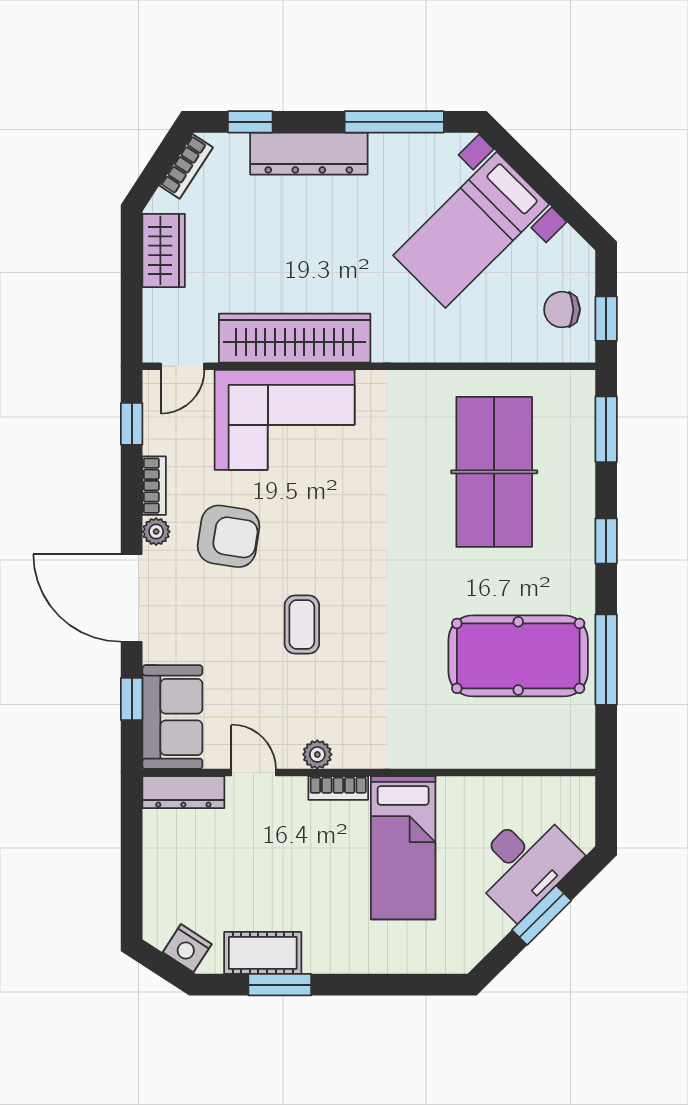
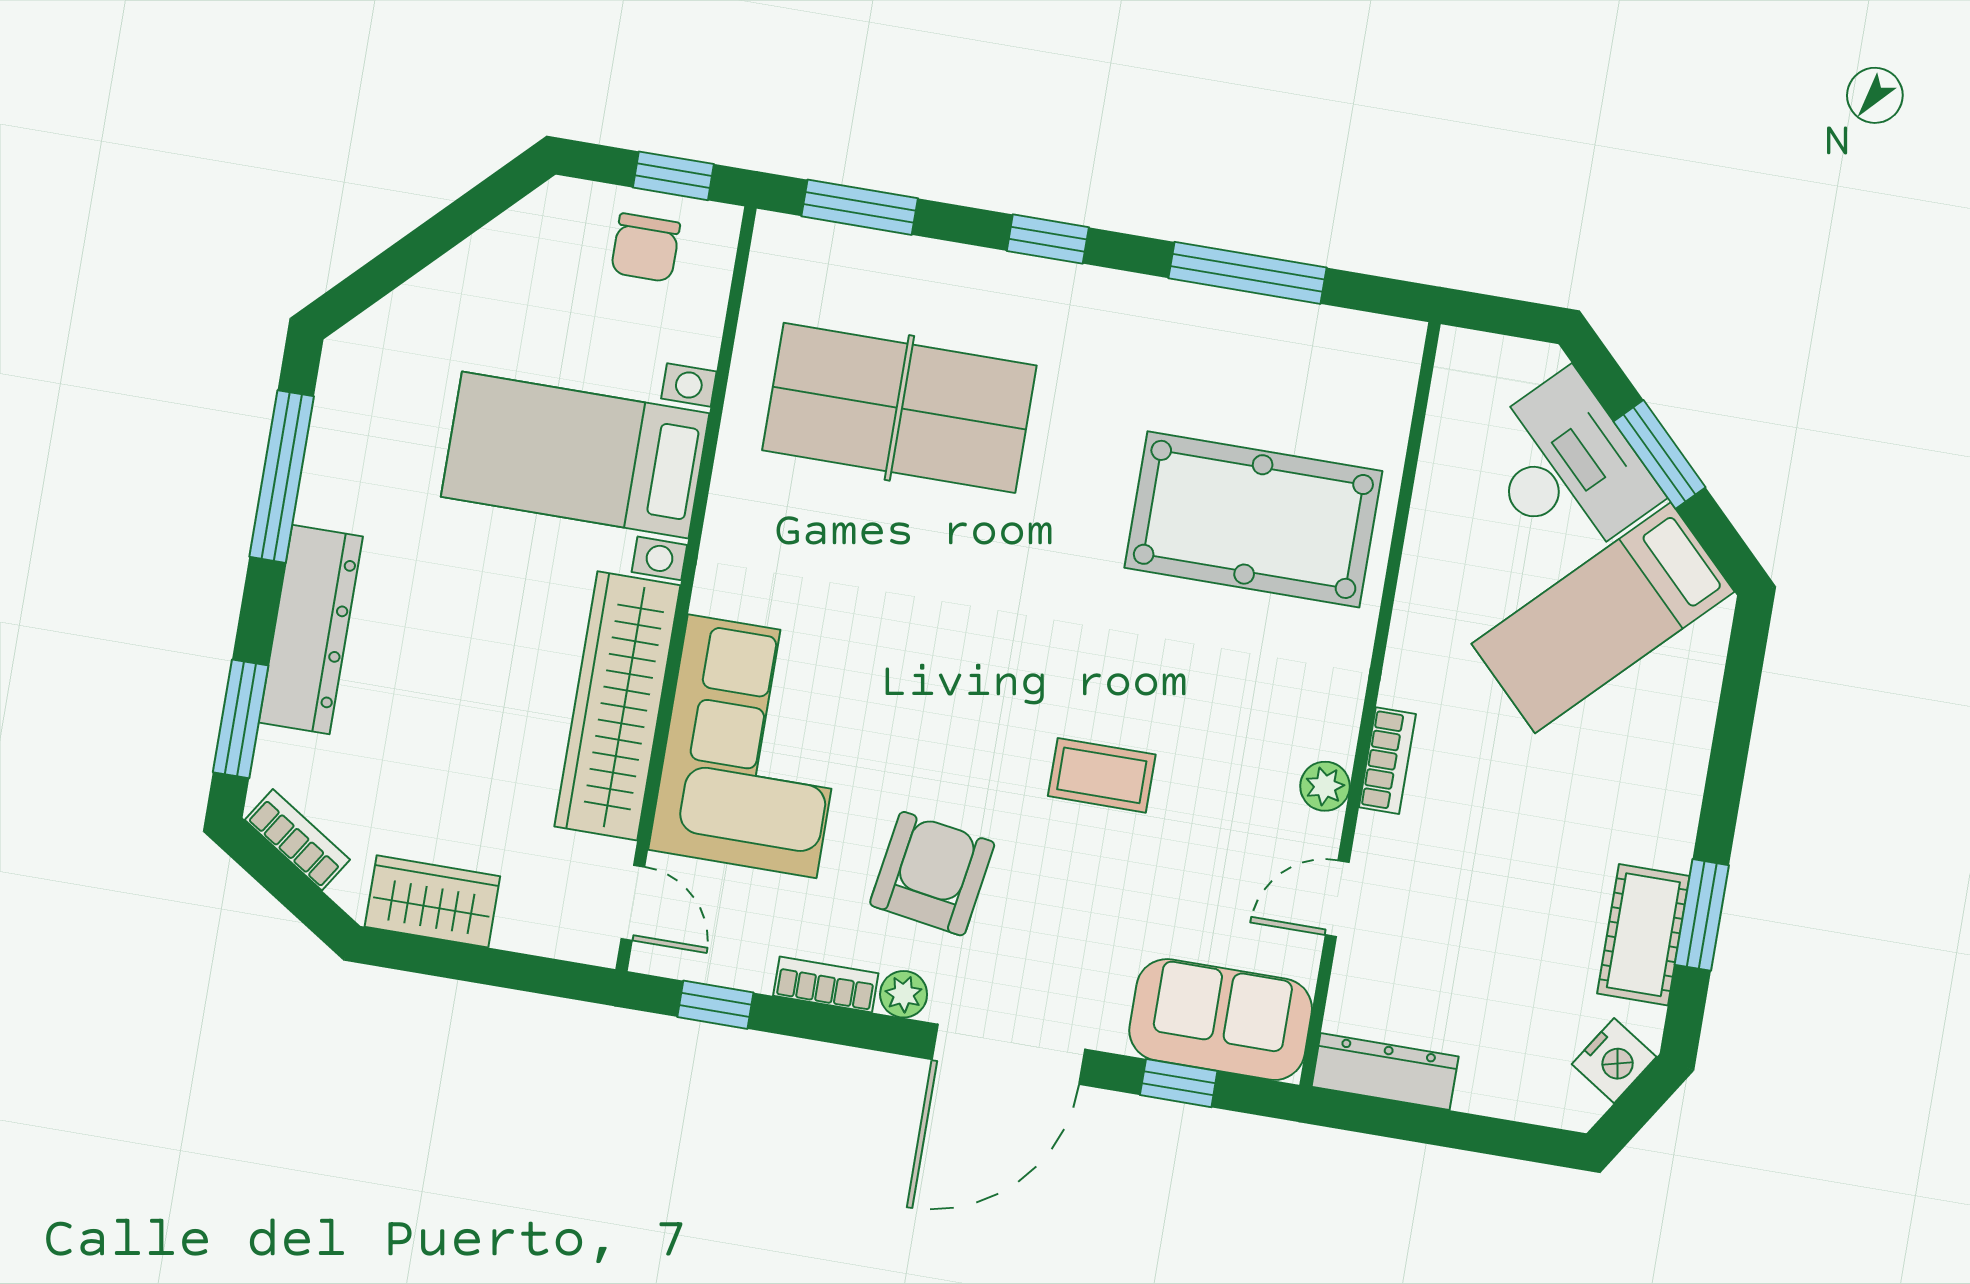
window: (250, 122) -> (241, 719), width x1.50
bed with nightstands: (471, 230) -> (575, 455), moved, turned 135
pool table: (518, 656) -> (1253, 519), moved, turned 90
dresser: (183, 792) -> (1385, 1072), moved, turned -90
bed: (403, 848) -> (1603, 618), moved, turned 135

